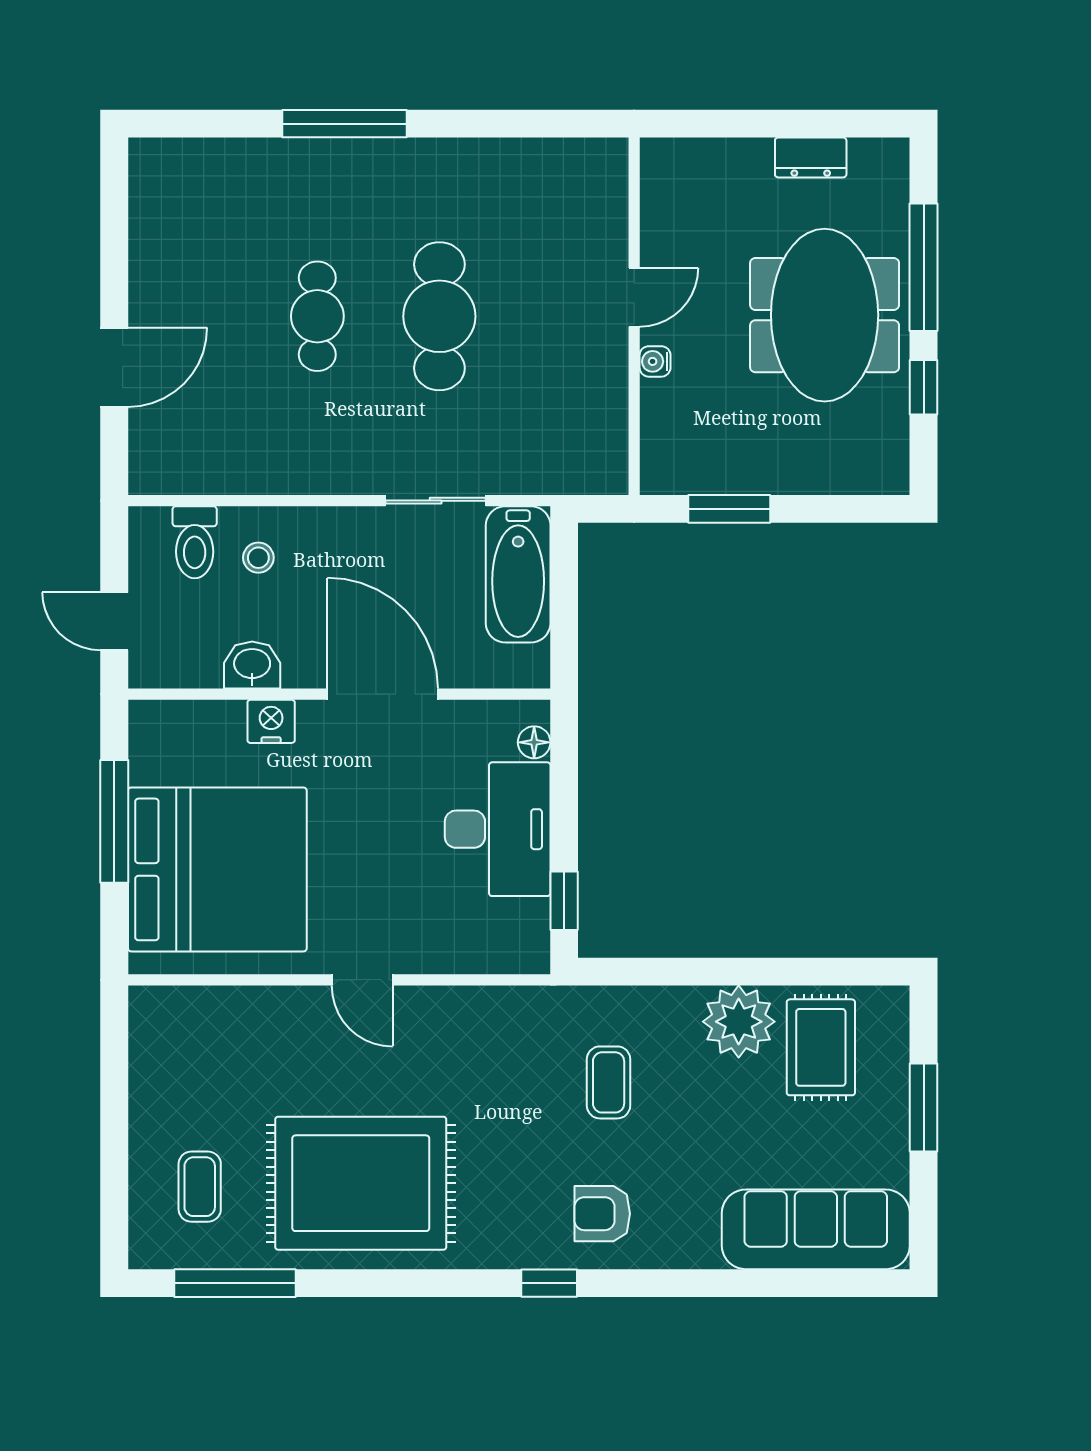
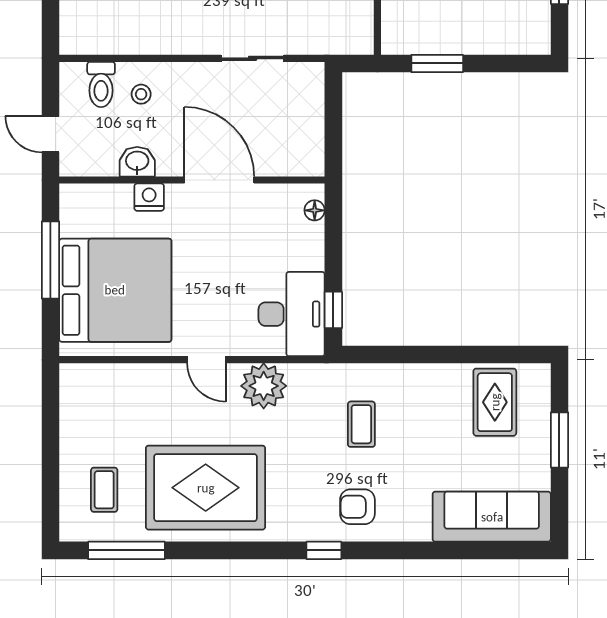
bathtub: (518, 574) -> (304, 105), removed
desk: (498, 829) -> (292, 314), moved
plant: (739, 1022) -> (264, 386), moved

